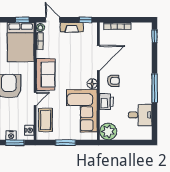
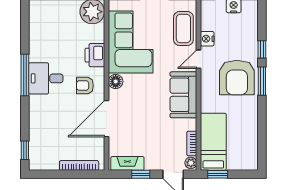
window: (85, 20) -> (141, 174), moved
fireplace: (72, 27) -> (127, 163), moved
bed: (21, 42) -> (213, 142), width x0.67
desk: (140, 115) -> (46, 78), moved
nightstand: (29, 130) -> (207, 39), moved

